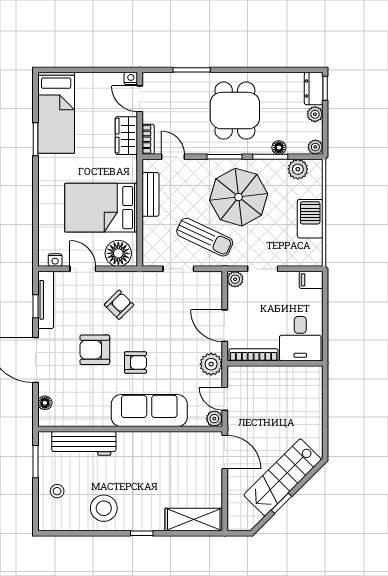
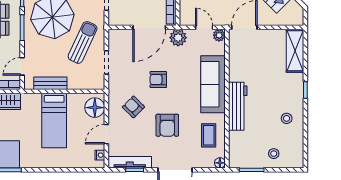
bed: (101, 208) -> (54, 120), width x0.67
plant: (235, 279) -> (114, 20), removed
door: (225, 326) -> (149, 27), width x1.36
armchair: (136, 362) -> (158, 80), moved, turned -90
door: (225, 399) -> (204, 27), swing flipped
floor lamp: (45, 403) -> (220, 163), moved
coffee table: (81, 405) -> (209, 135), added
workbench: (84, 443) -> (238, 106), moved
stool: (104, 508) -> (287, 118), width x0.53, depth x0.53

